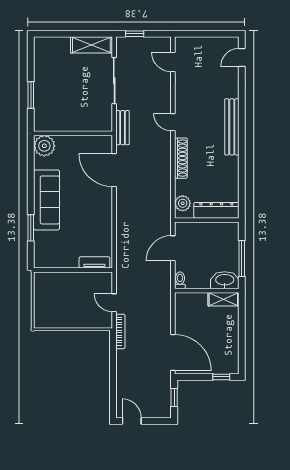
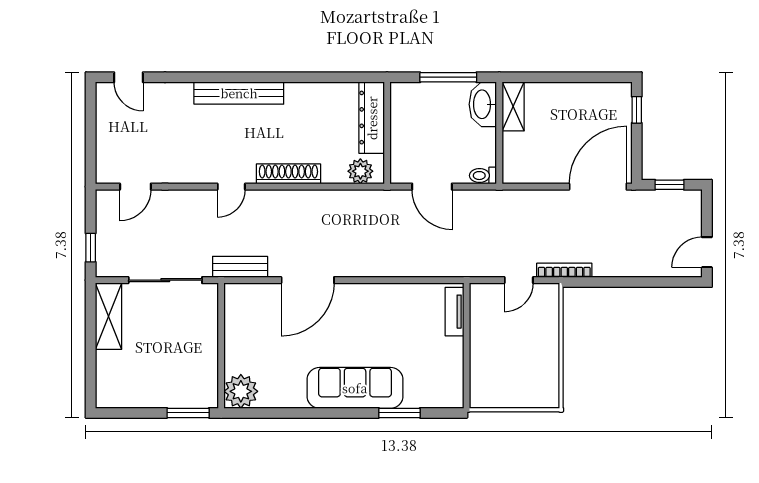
wall: (73, 133) -> (221, 346), moved
plant: (44, 146) -> (241, 391), moved

